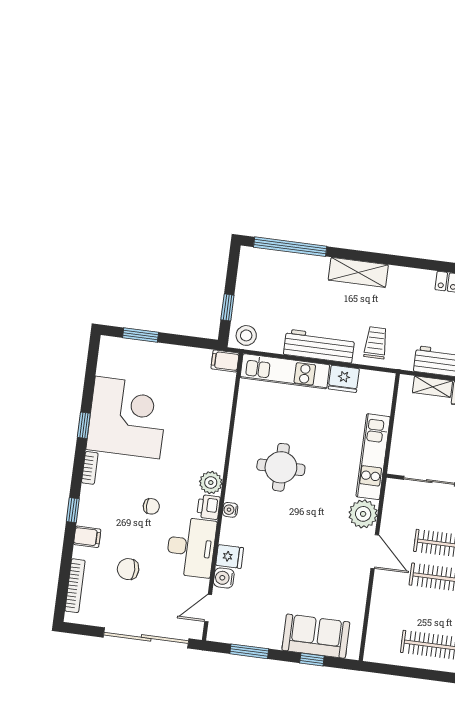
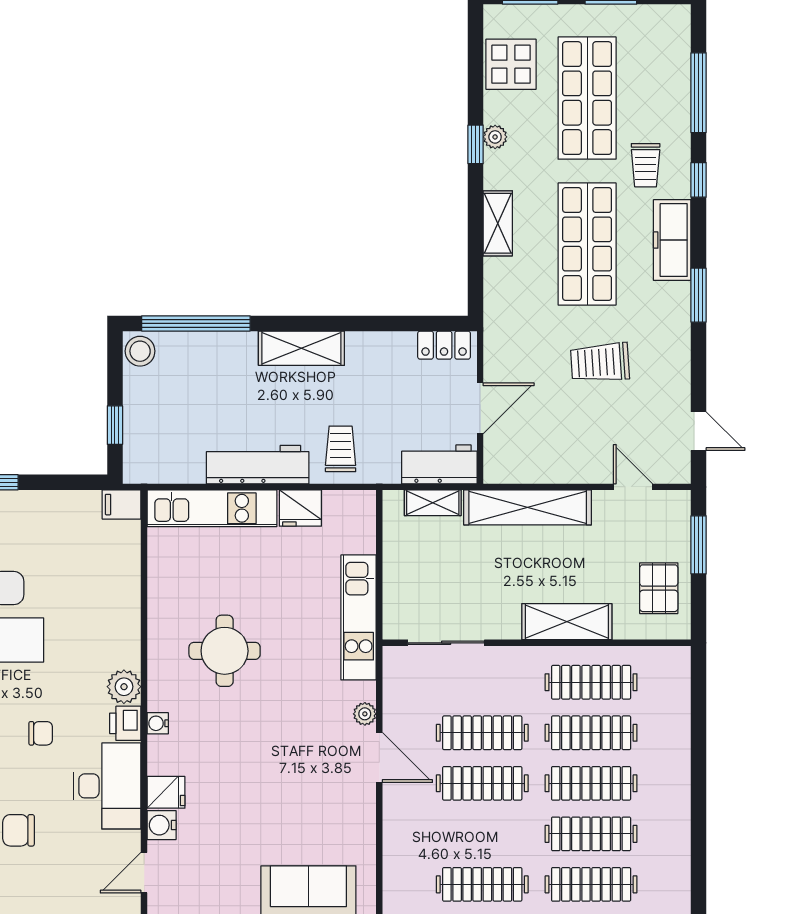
stool: (246, 335) -> (140, 351), moved
plant: (363, 514) -> (365, 714), width x0.53, depth x0.53

